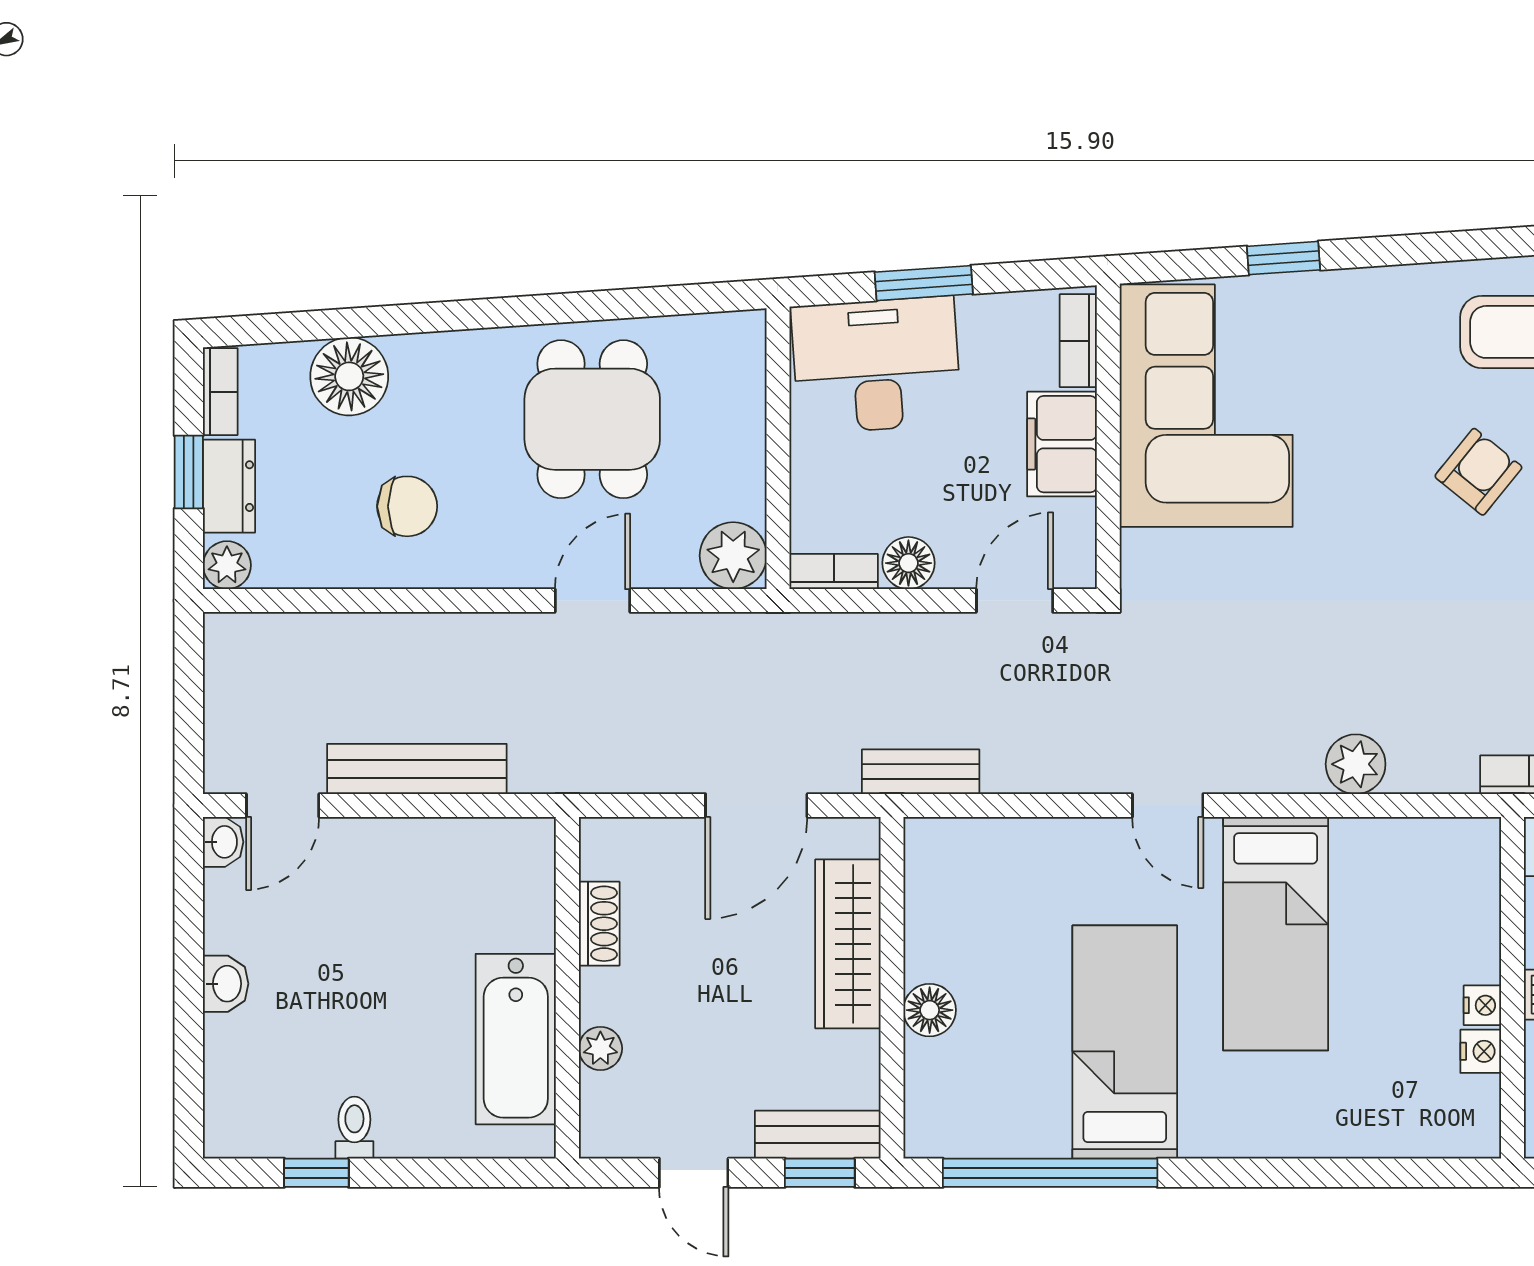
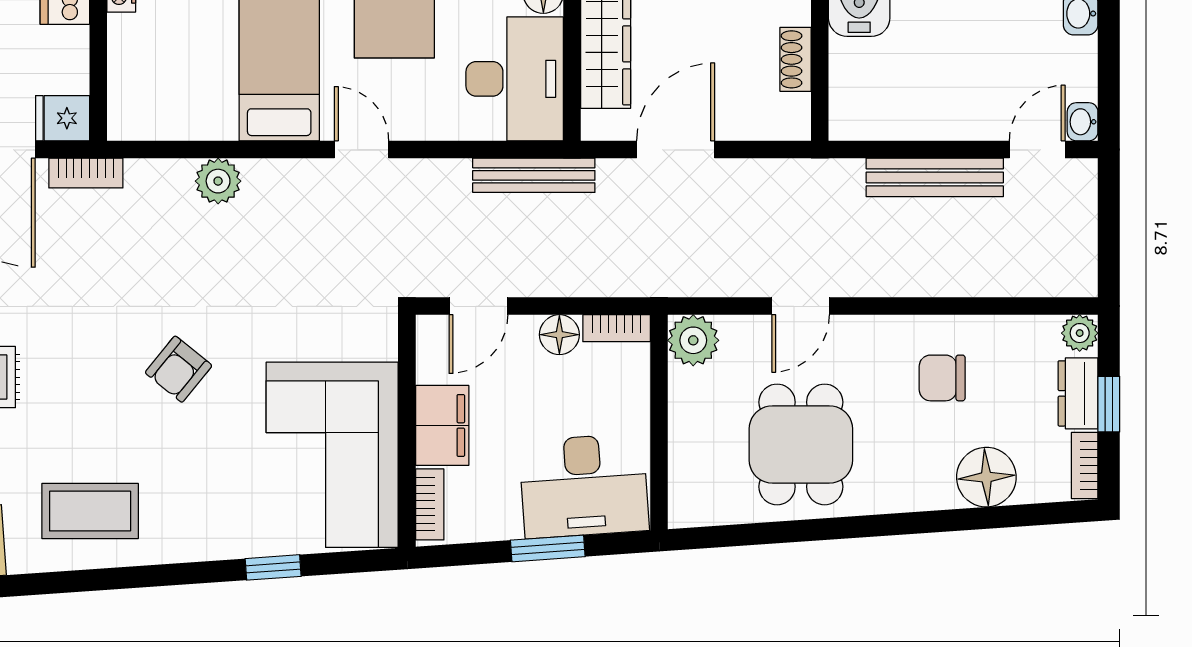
armchair: (1478, 472) -> (179, 369), moved
bench: (921, 772) -> (534, 175), width x1.36
desk: (967, 898) -> (515, 79), added

